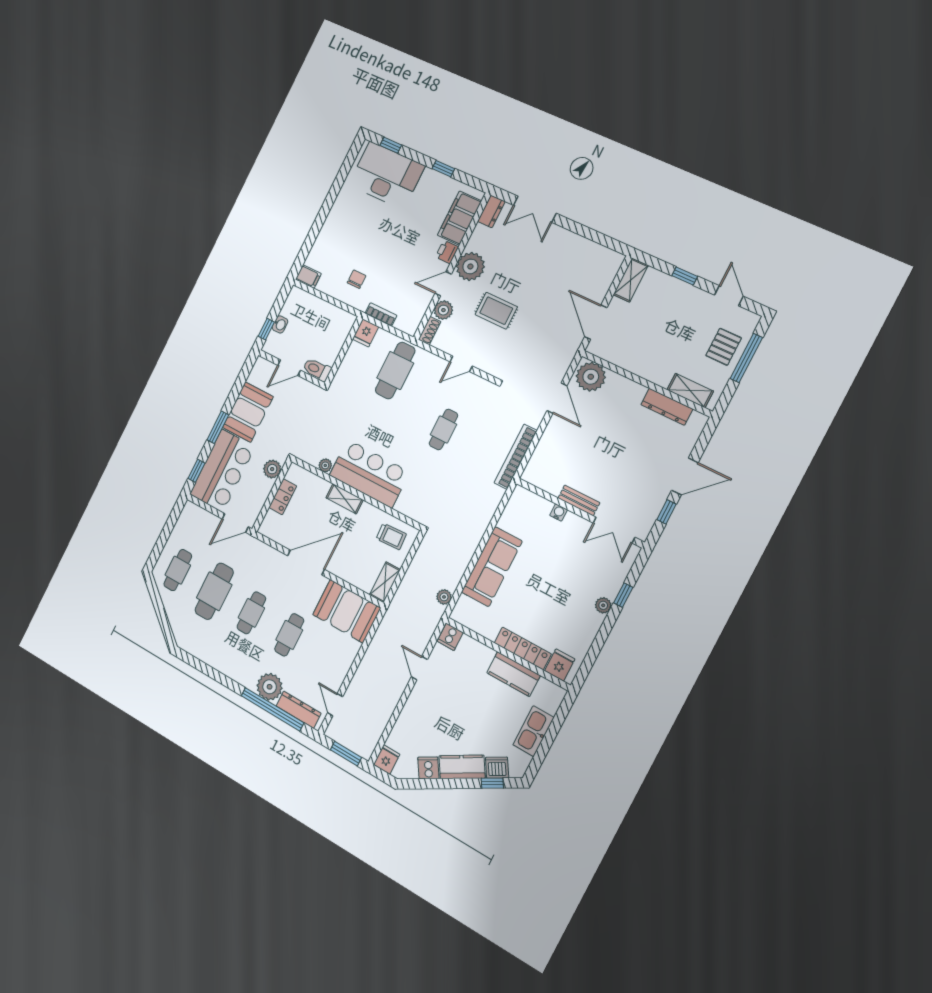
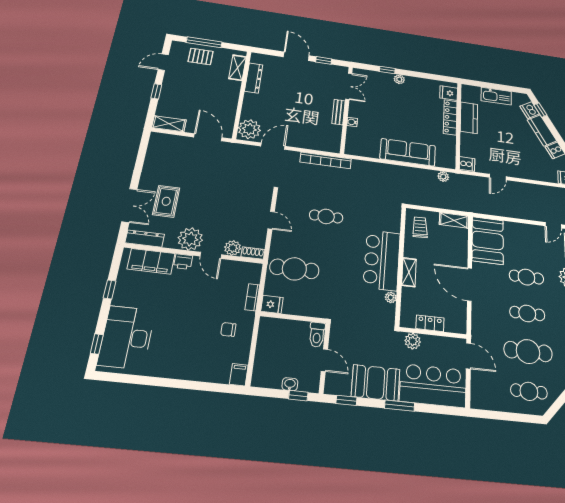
dresser: (491, 211) -> (145, 239), width x1.44
rug: (496, 311) -> (166, 201), moved
door: (596, 322) -> (208, 137), swing flipped
window: (196, 471) -> (346, 400), moved

